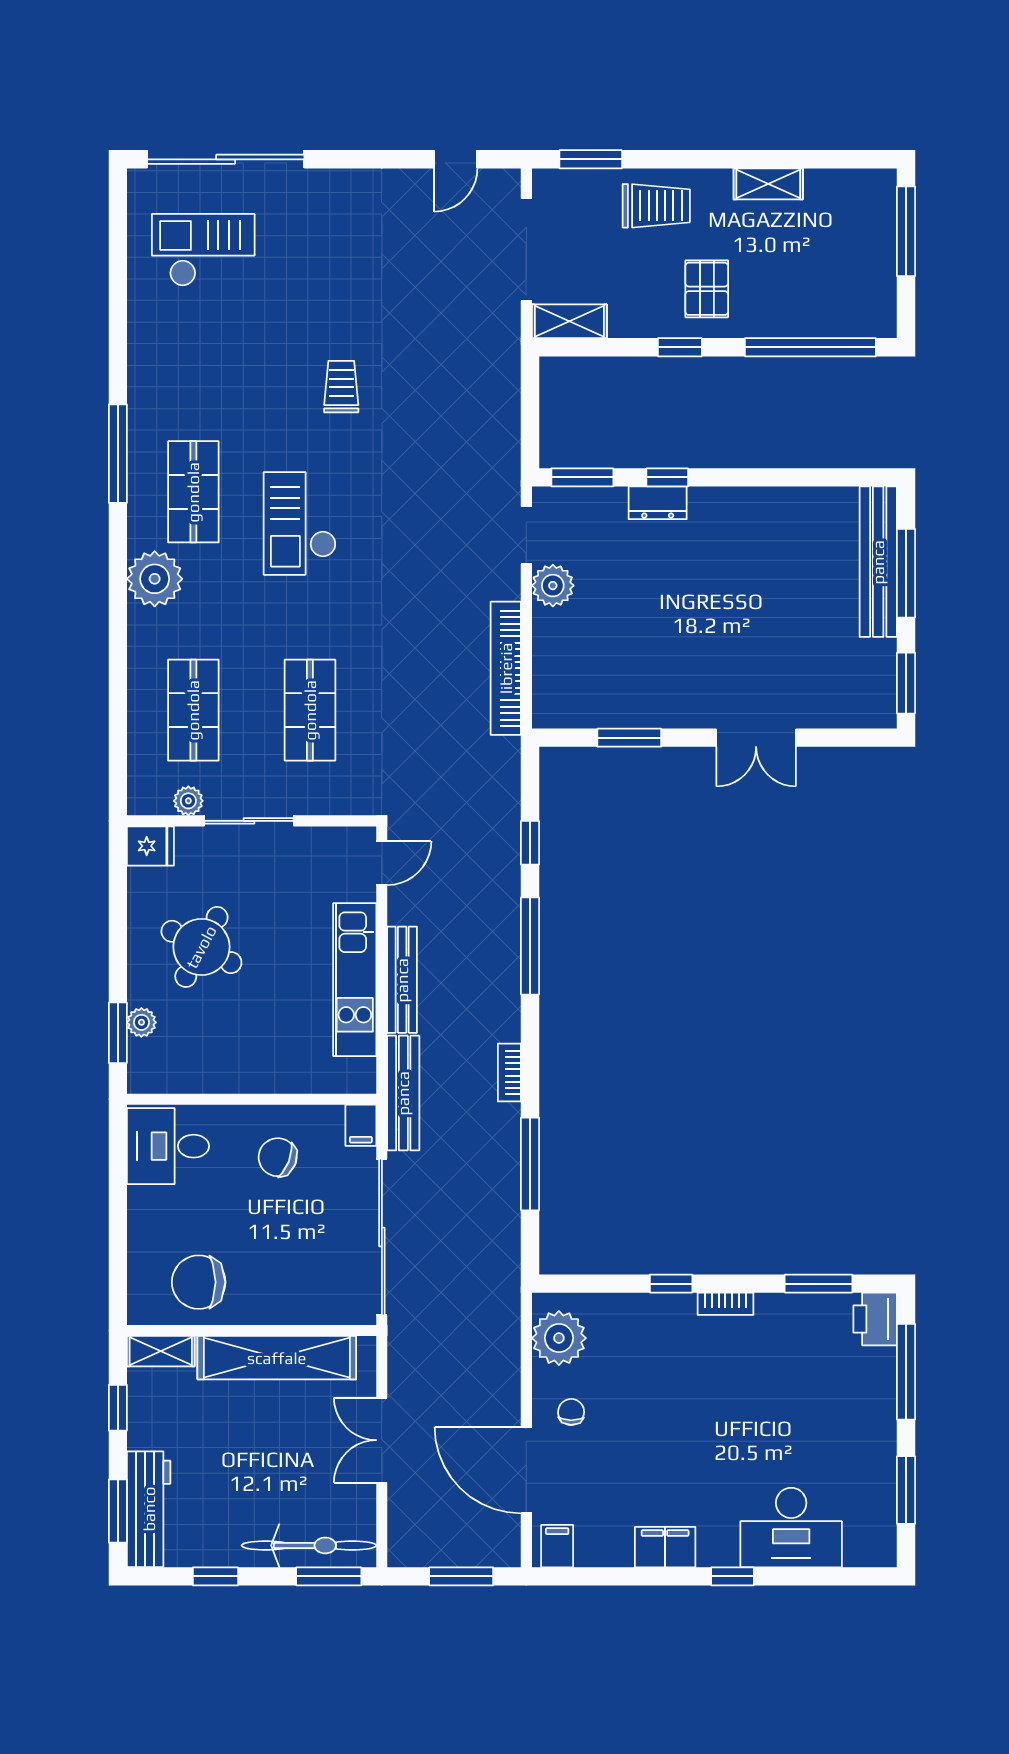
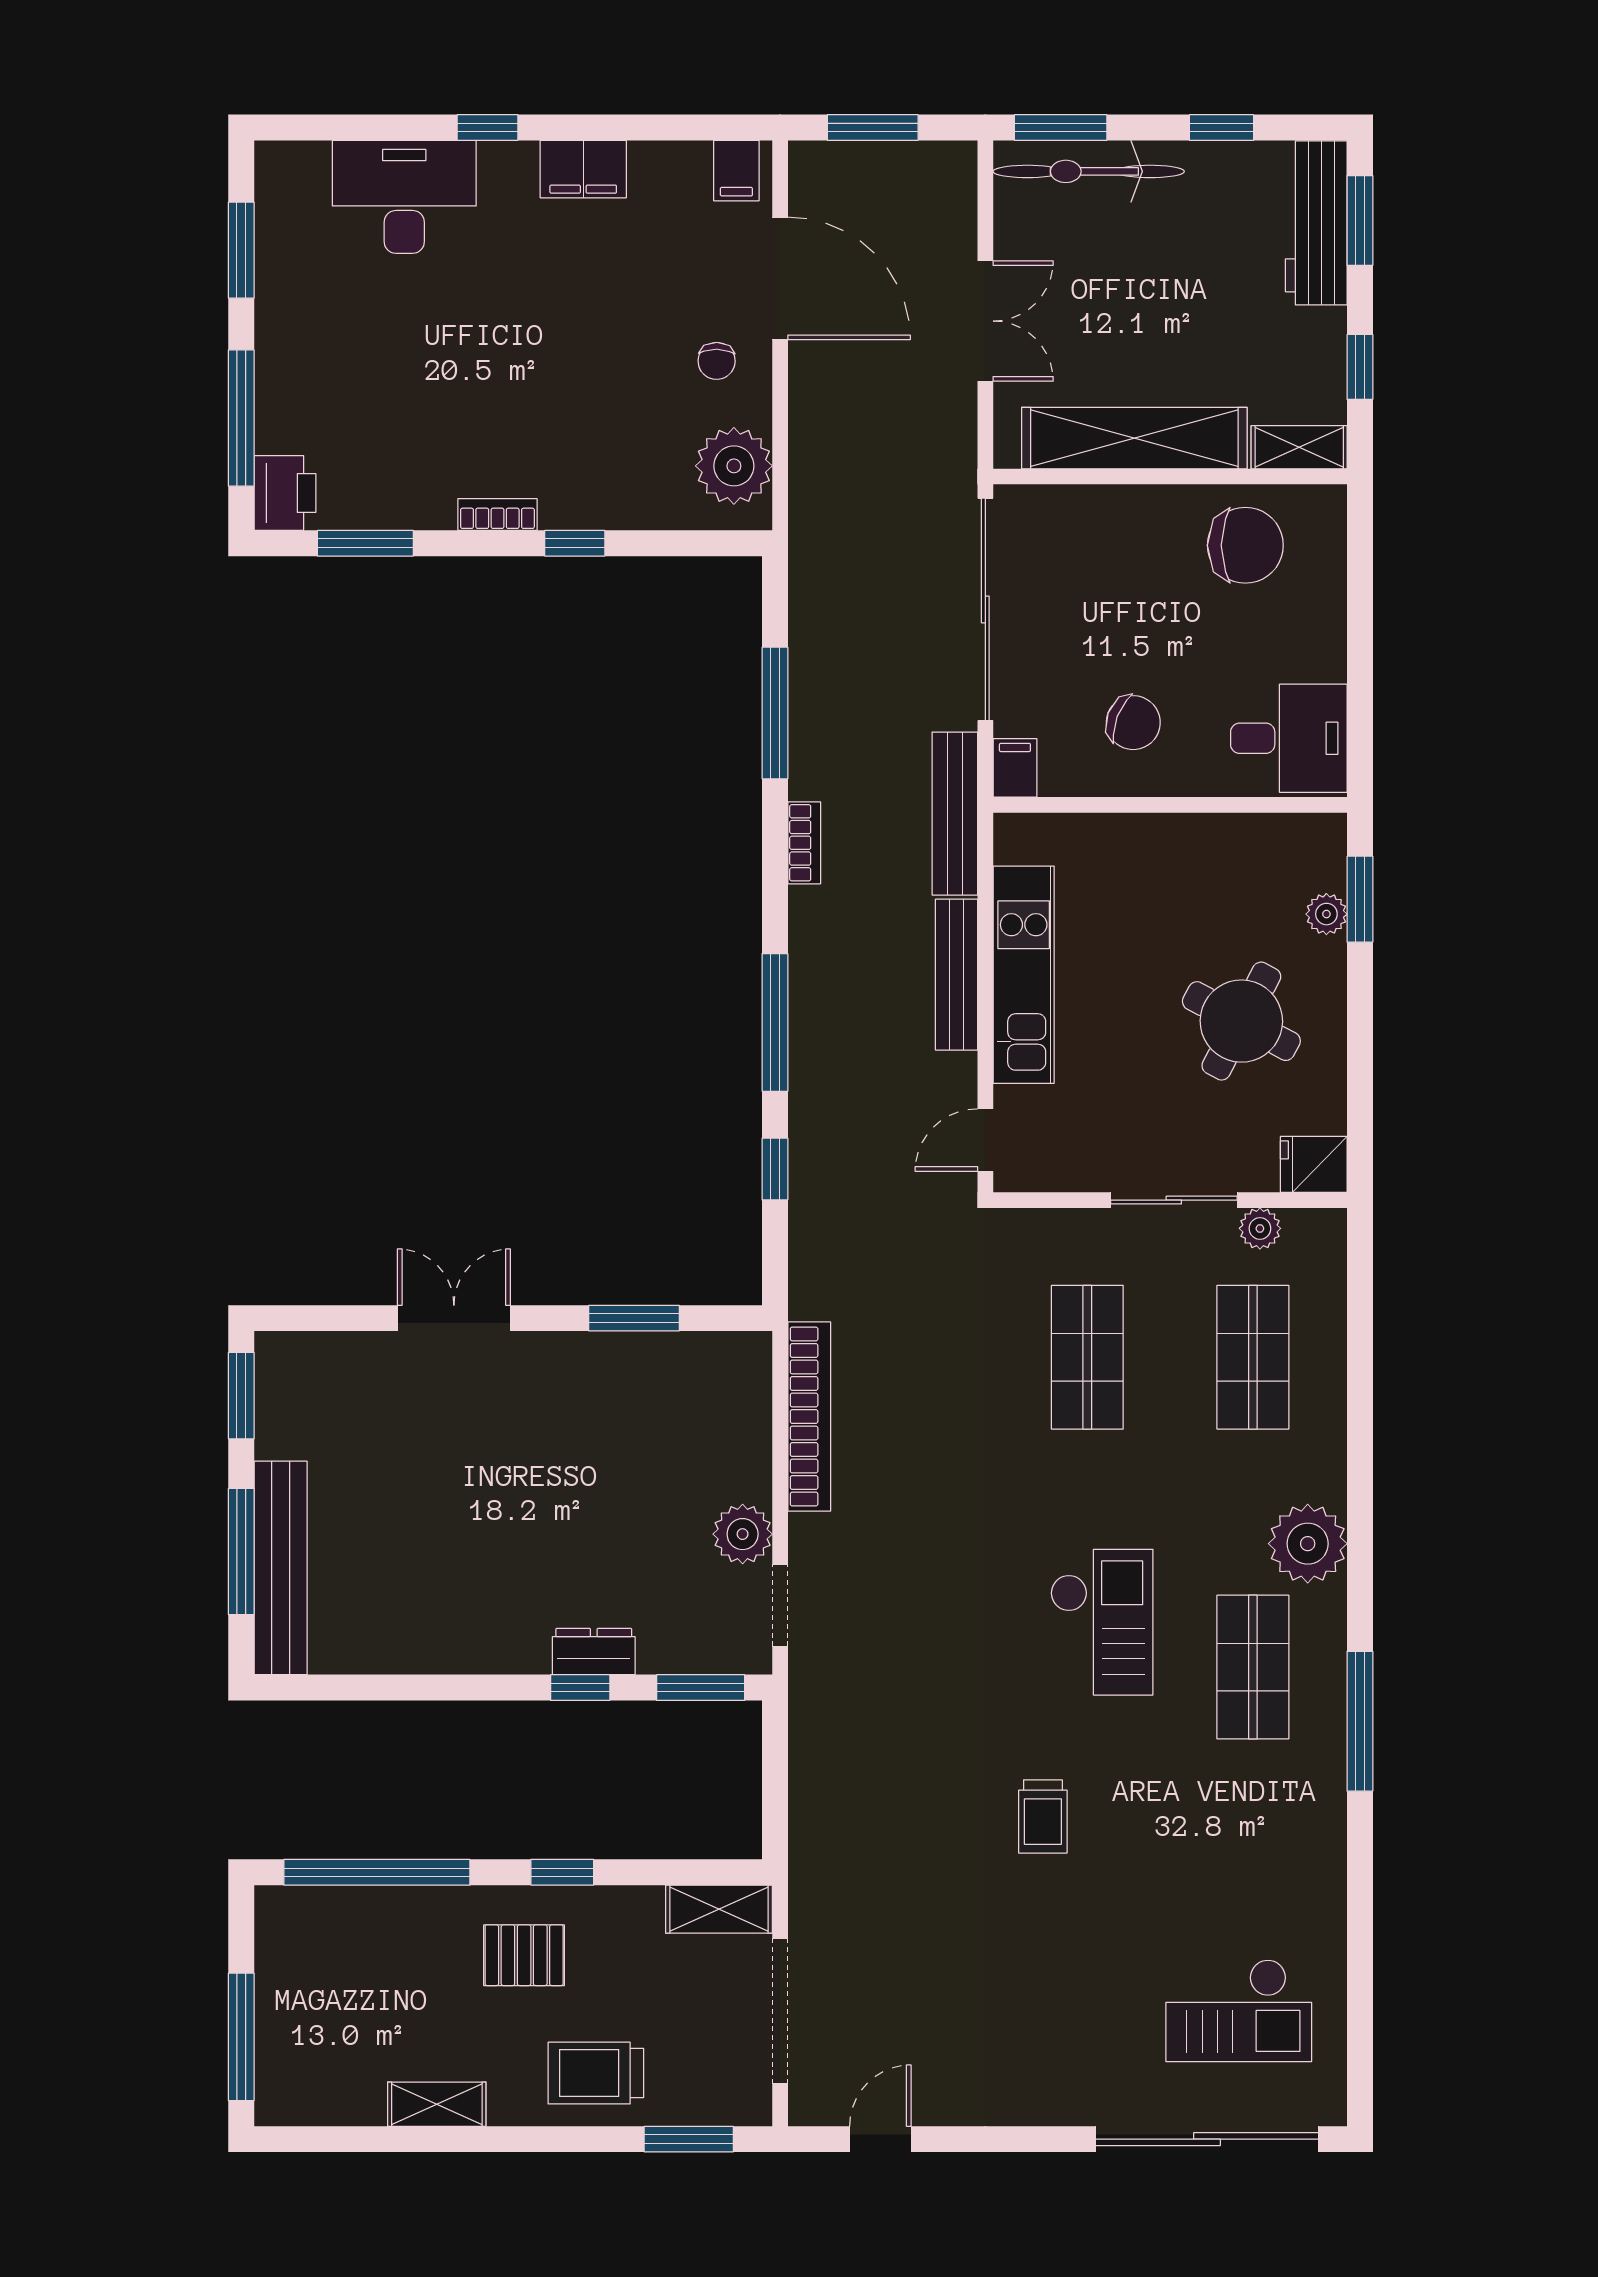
pallet: (707, 289) -> (524, 1955), turned 90

